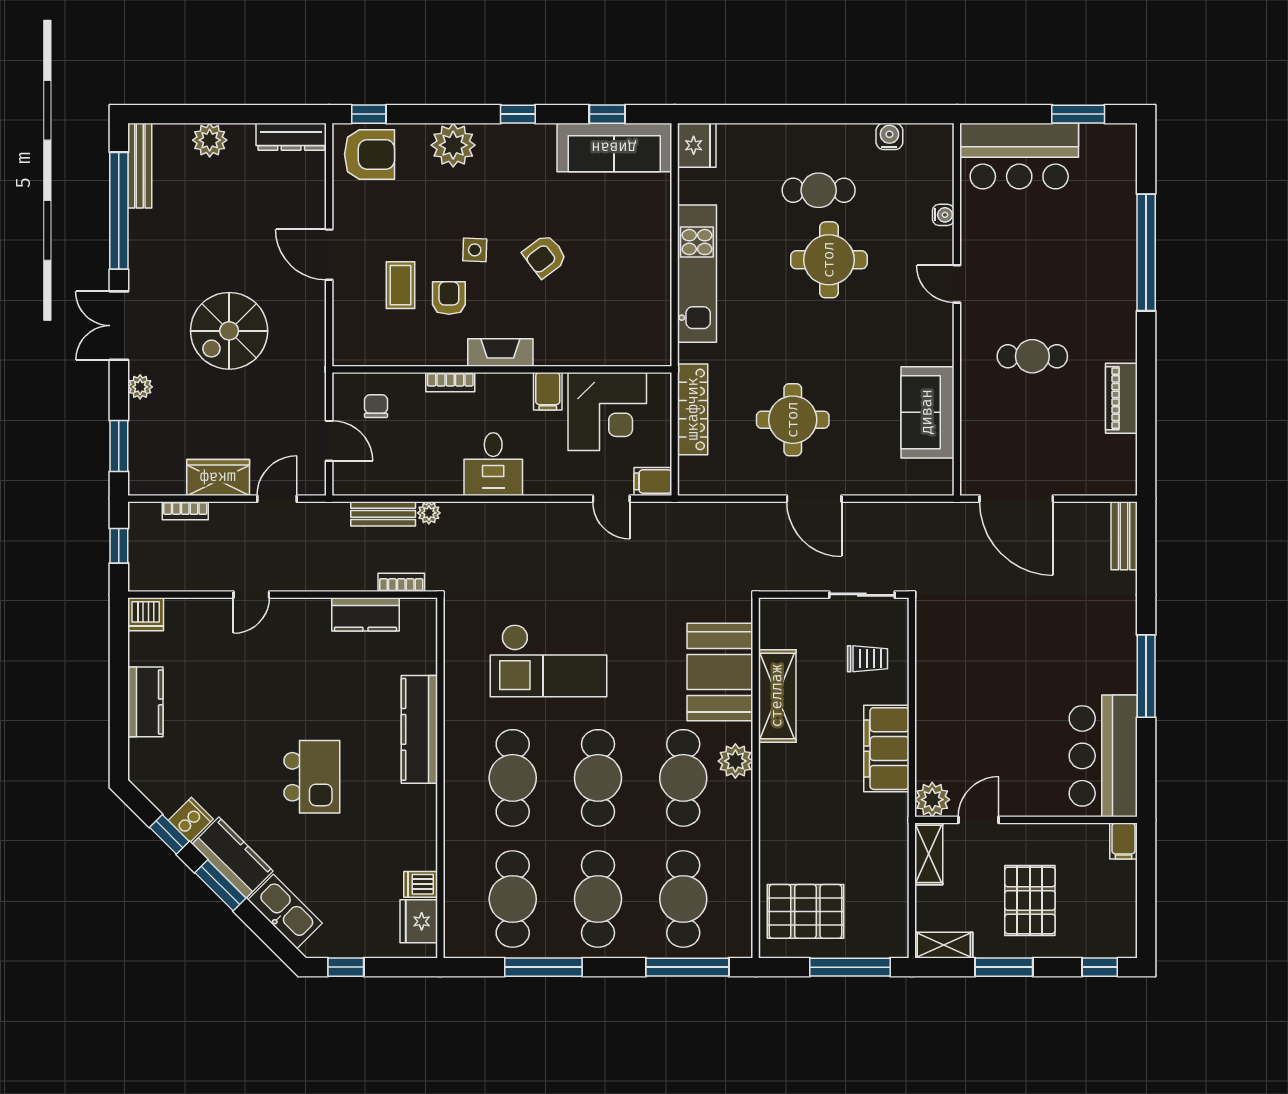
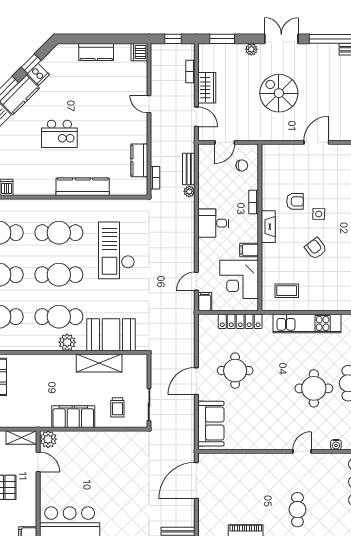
coffee table: (400, 285) -> (287, 291), moved
cafe table: (1032, 356) -> (297, 510), moved
sofa: (927, 412) -> (211, 424), moved, turned 90

